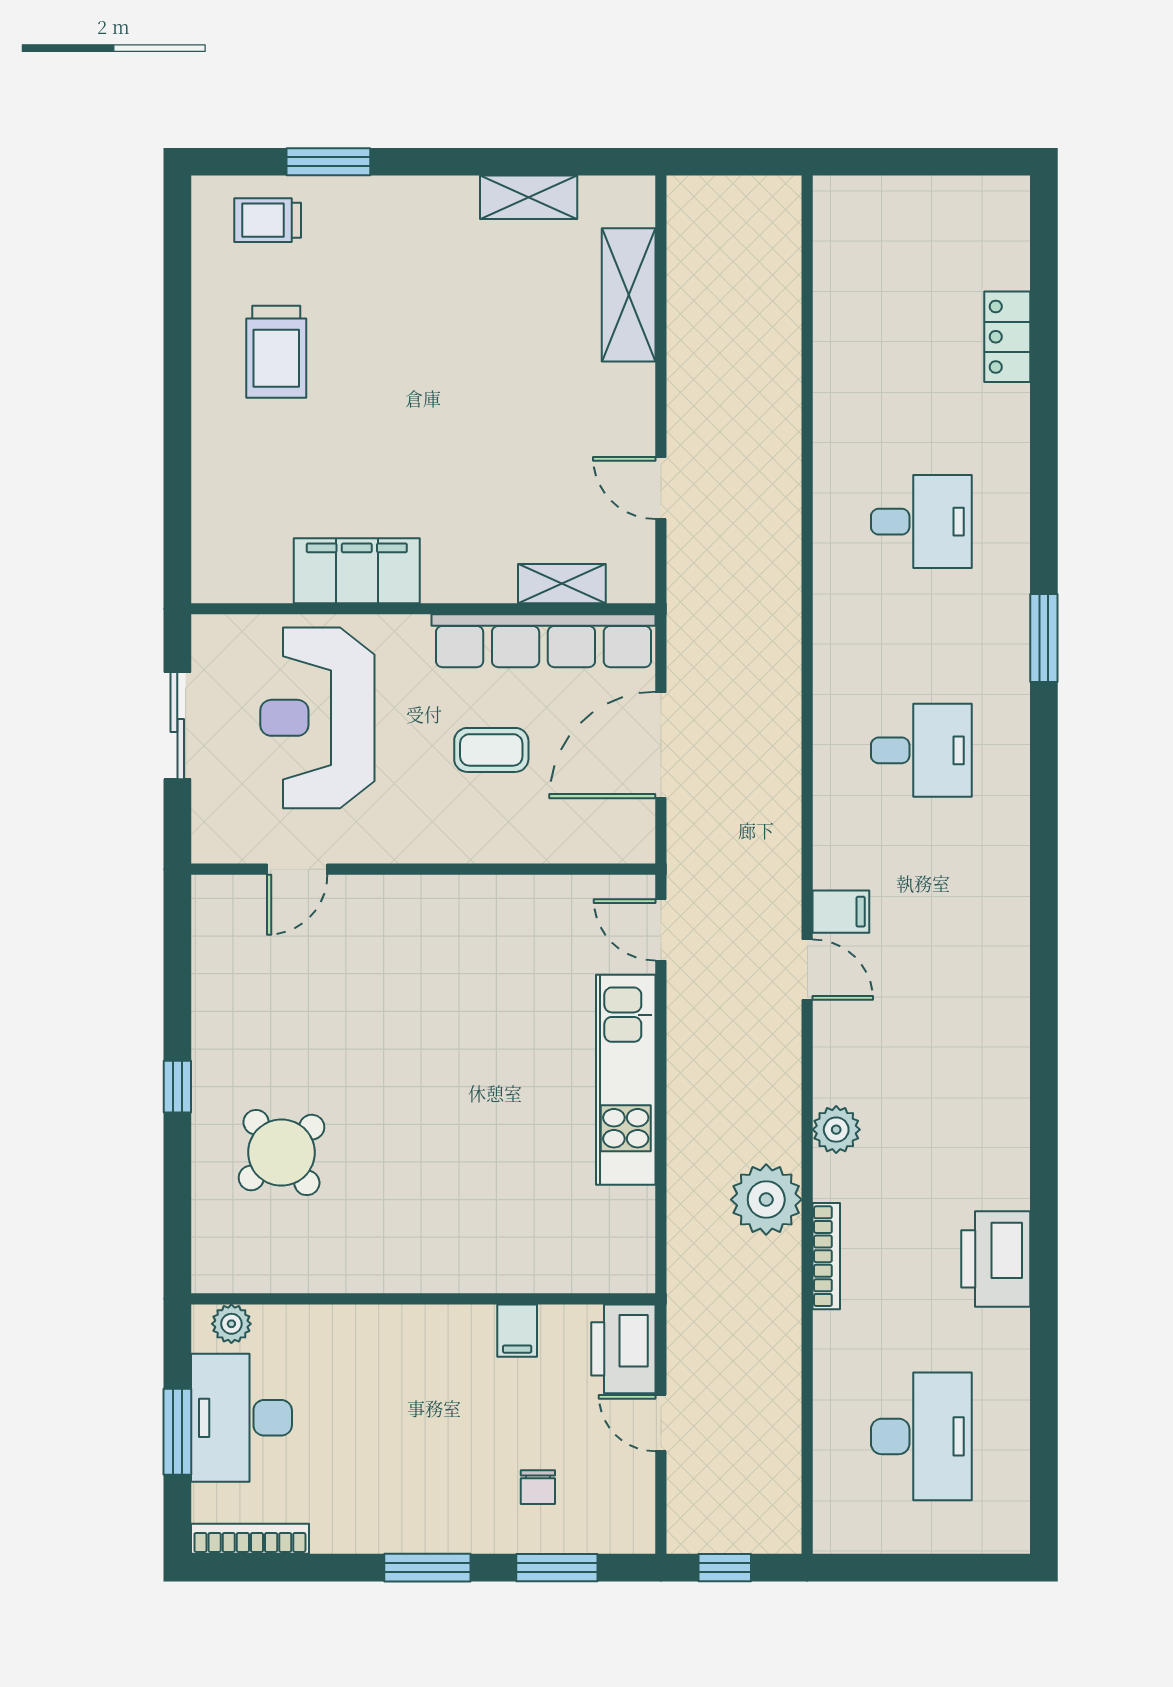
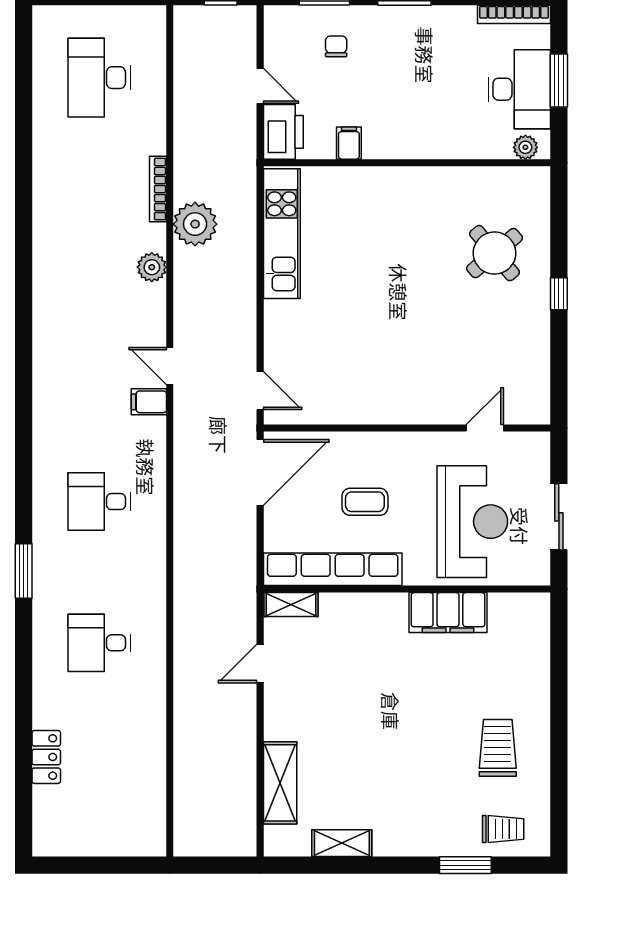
door: (661, 488) -> (260, 664), swing flipped
shelving: (562, 584) -> (291, 605), moved
door: (661, 745) -> (260, 472), moved
kitchen unit: (626, 1080) -> (282, 234), moved
printer: (996, 1259) -> (53, 187), removed

